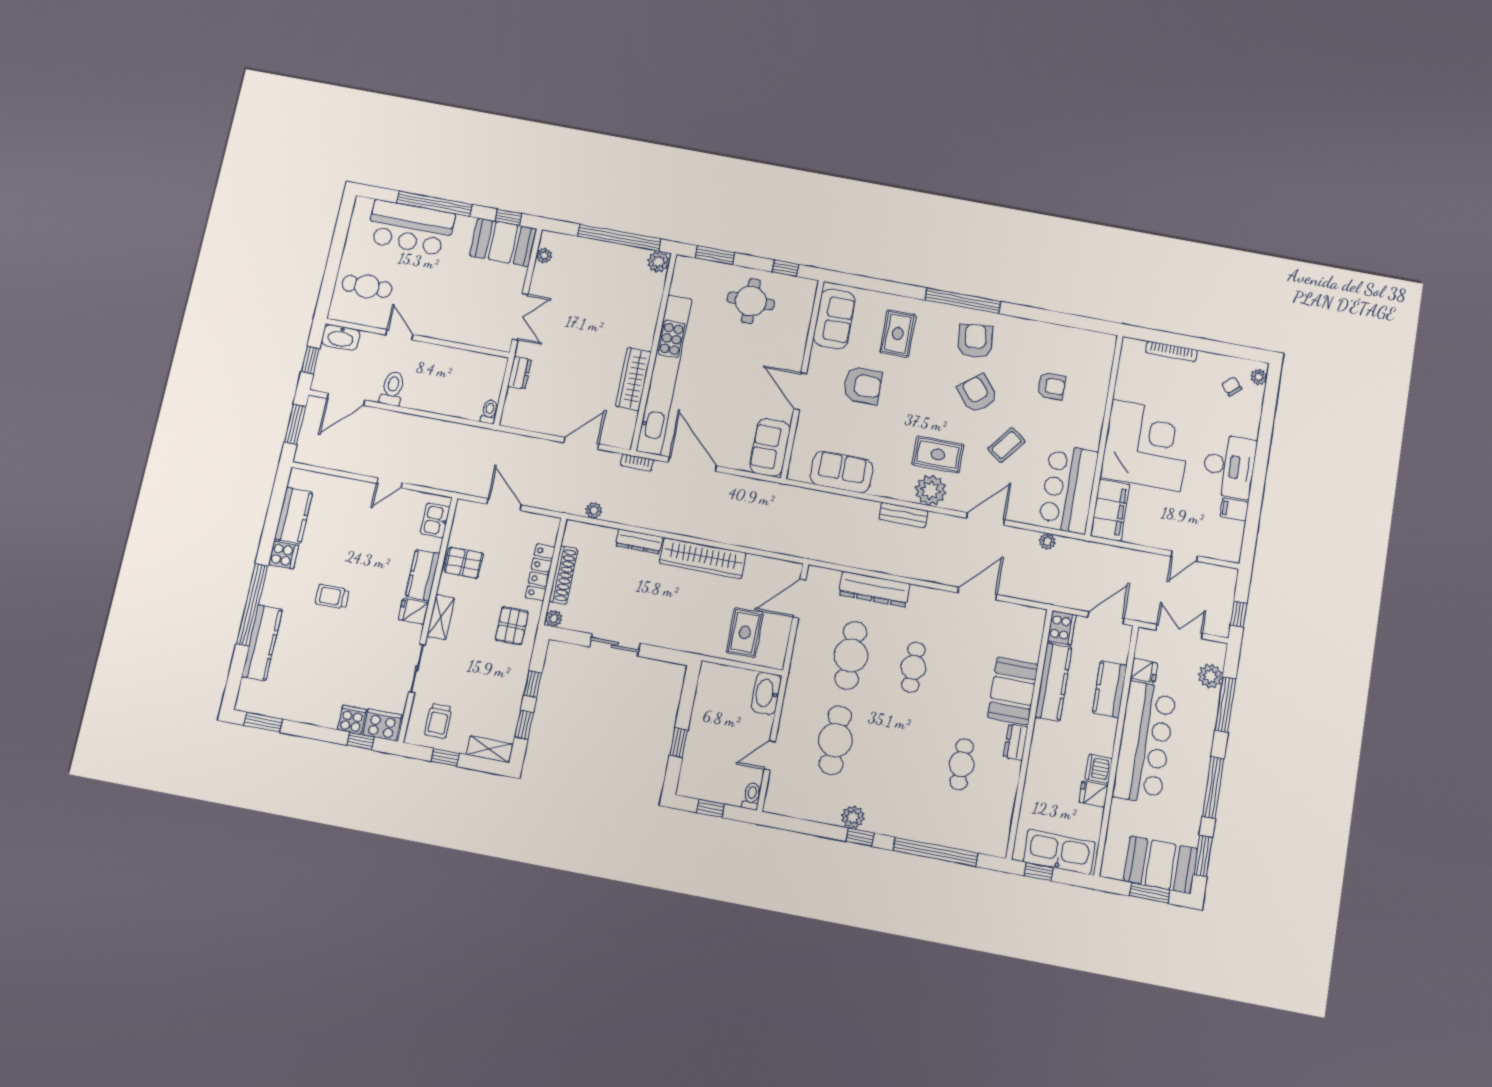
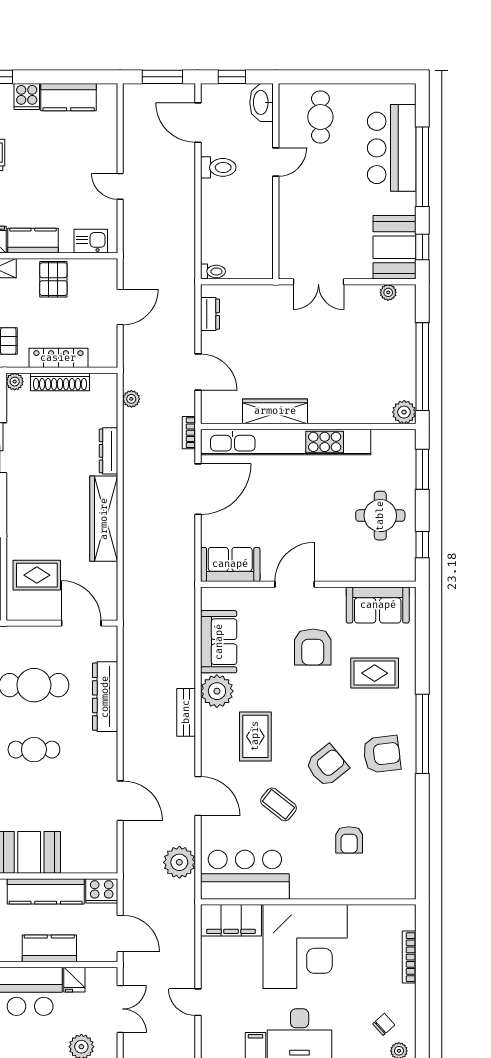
dresser: (520, 373) -> (210, 314), moved, turned -90
plant: (931, 490) -> (217, 691), moved
plant: (1047, 541) -> (179, 862), width x1.88, depth x1.88

